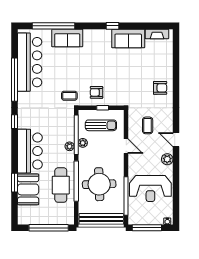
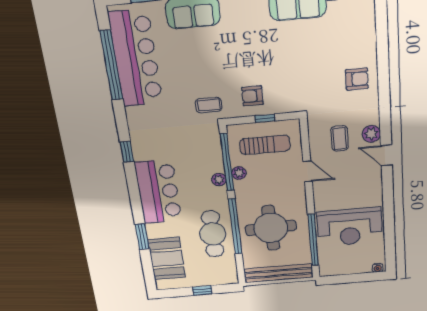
window: (15, 80) -> (111, 65), moved
plant: (167, 159) -> (371, 134), moved
booth: (28, 189) -> (167, 258), moved
window: (49, 228) -> (202, 290), width x0.32
window: (147, 228) -> (348, 279), removed

